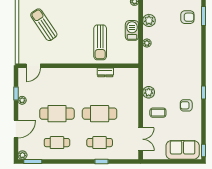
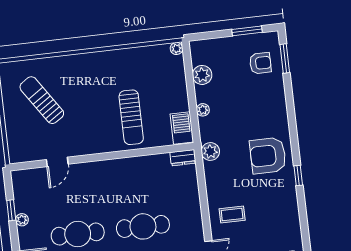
barbecue: (132, 30) -> (182, 128), moved
door: (33, 66) -> (57, 162), moved
dresser: (105, 72) -> (183, 158), moved
plant: (149, 92) -> (210, 152), moved
armchair: (186, 105) -> (268, 156), moved, width x1.88, depth x1.88

